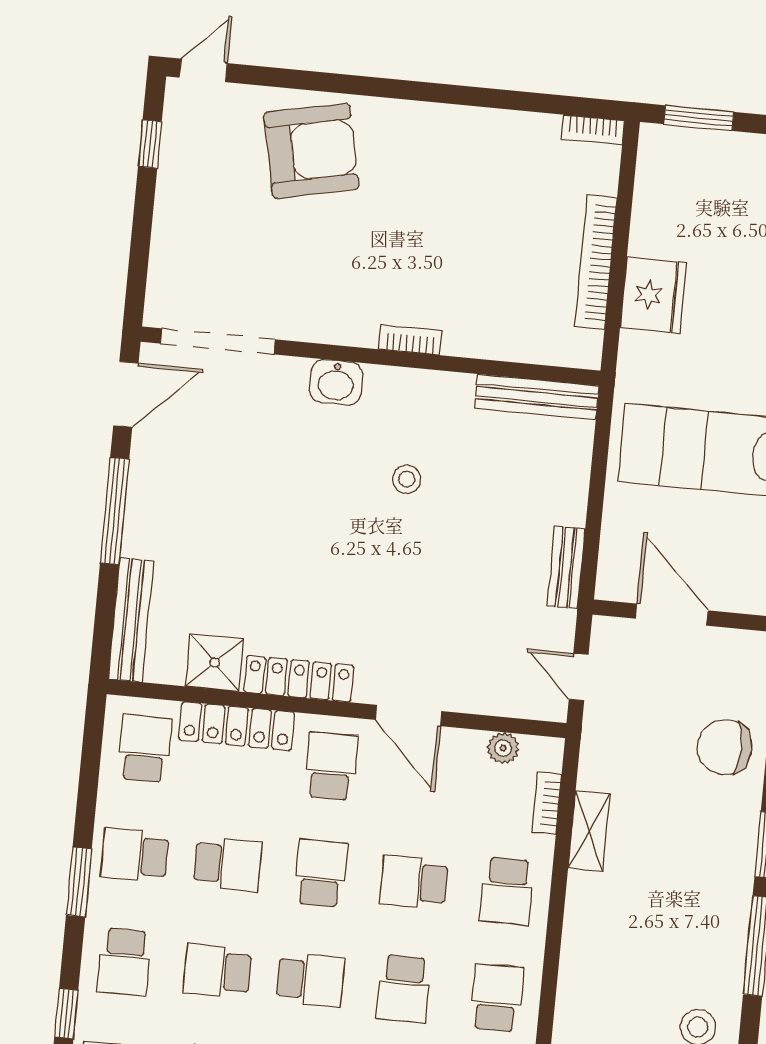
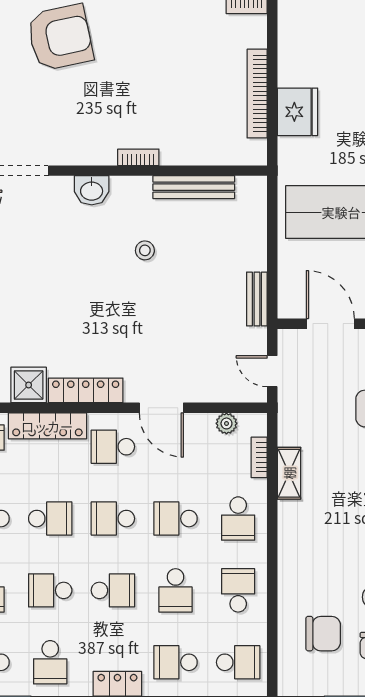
bench: (537, 397) -> (194, 187), moved
school desk: (331, 766) -> (113, 447), turned -90
school desk: (321, 873) -> (113, 519), turned -90

